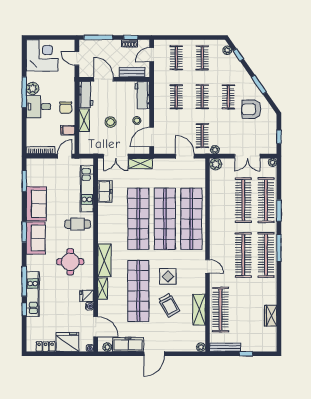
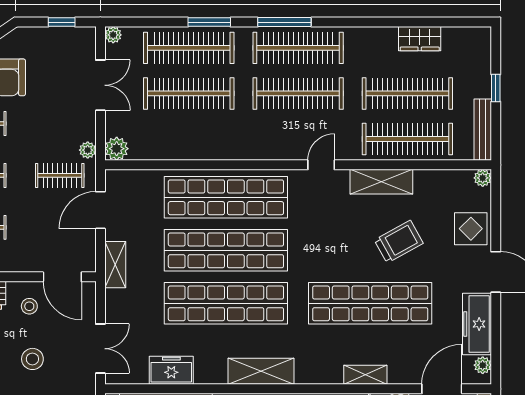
shelving: (140, 163) -> (115, 265), moved
shelving: (104, 260) -> (261, 371), moved
display table: (168, 277) -> (471, 229), moved
shelving: (199, 310) -> (381, 182), moved
clothes rail: (243, 310) -> (407, 93), added

